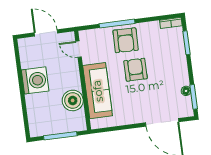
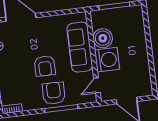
door: (79, 49) -> (97, 85), swing flipped
washing machine: (35, 80) -> (107, 60), moved, turned 180

